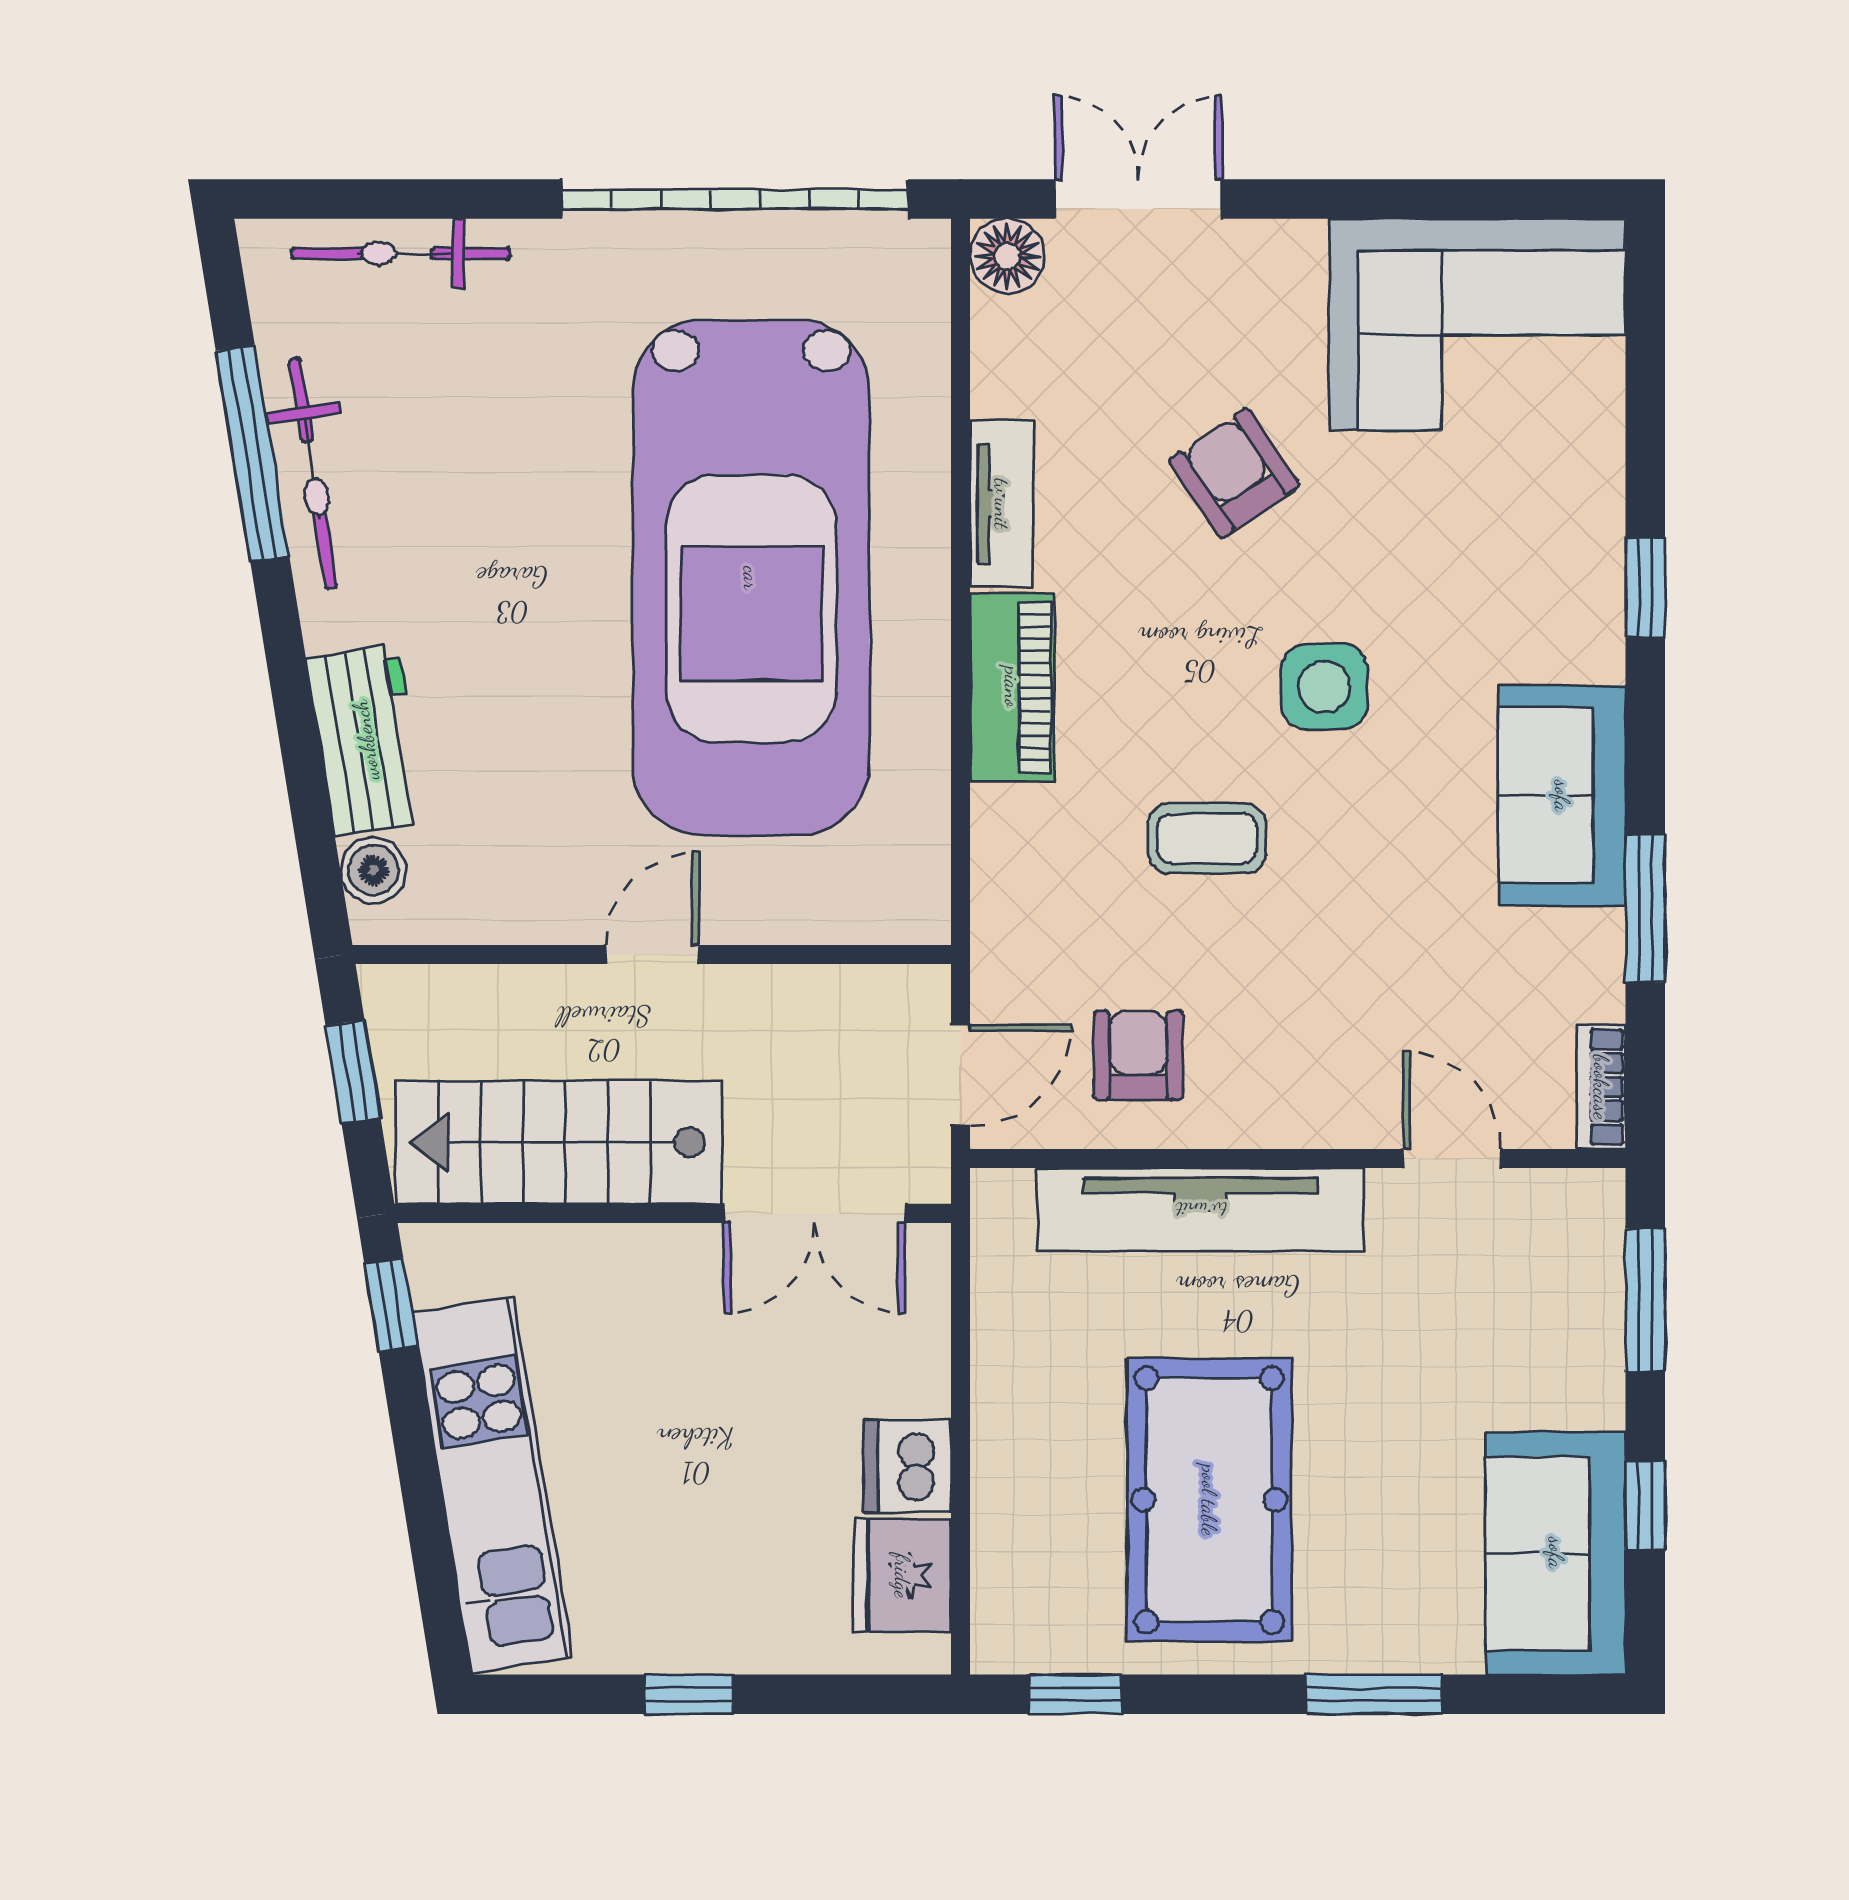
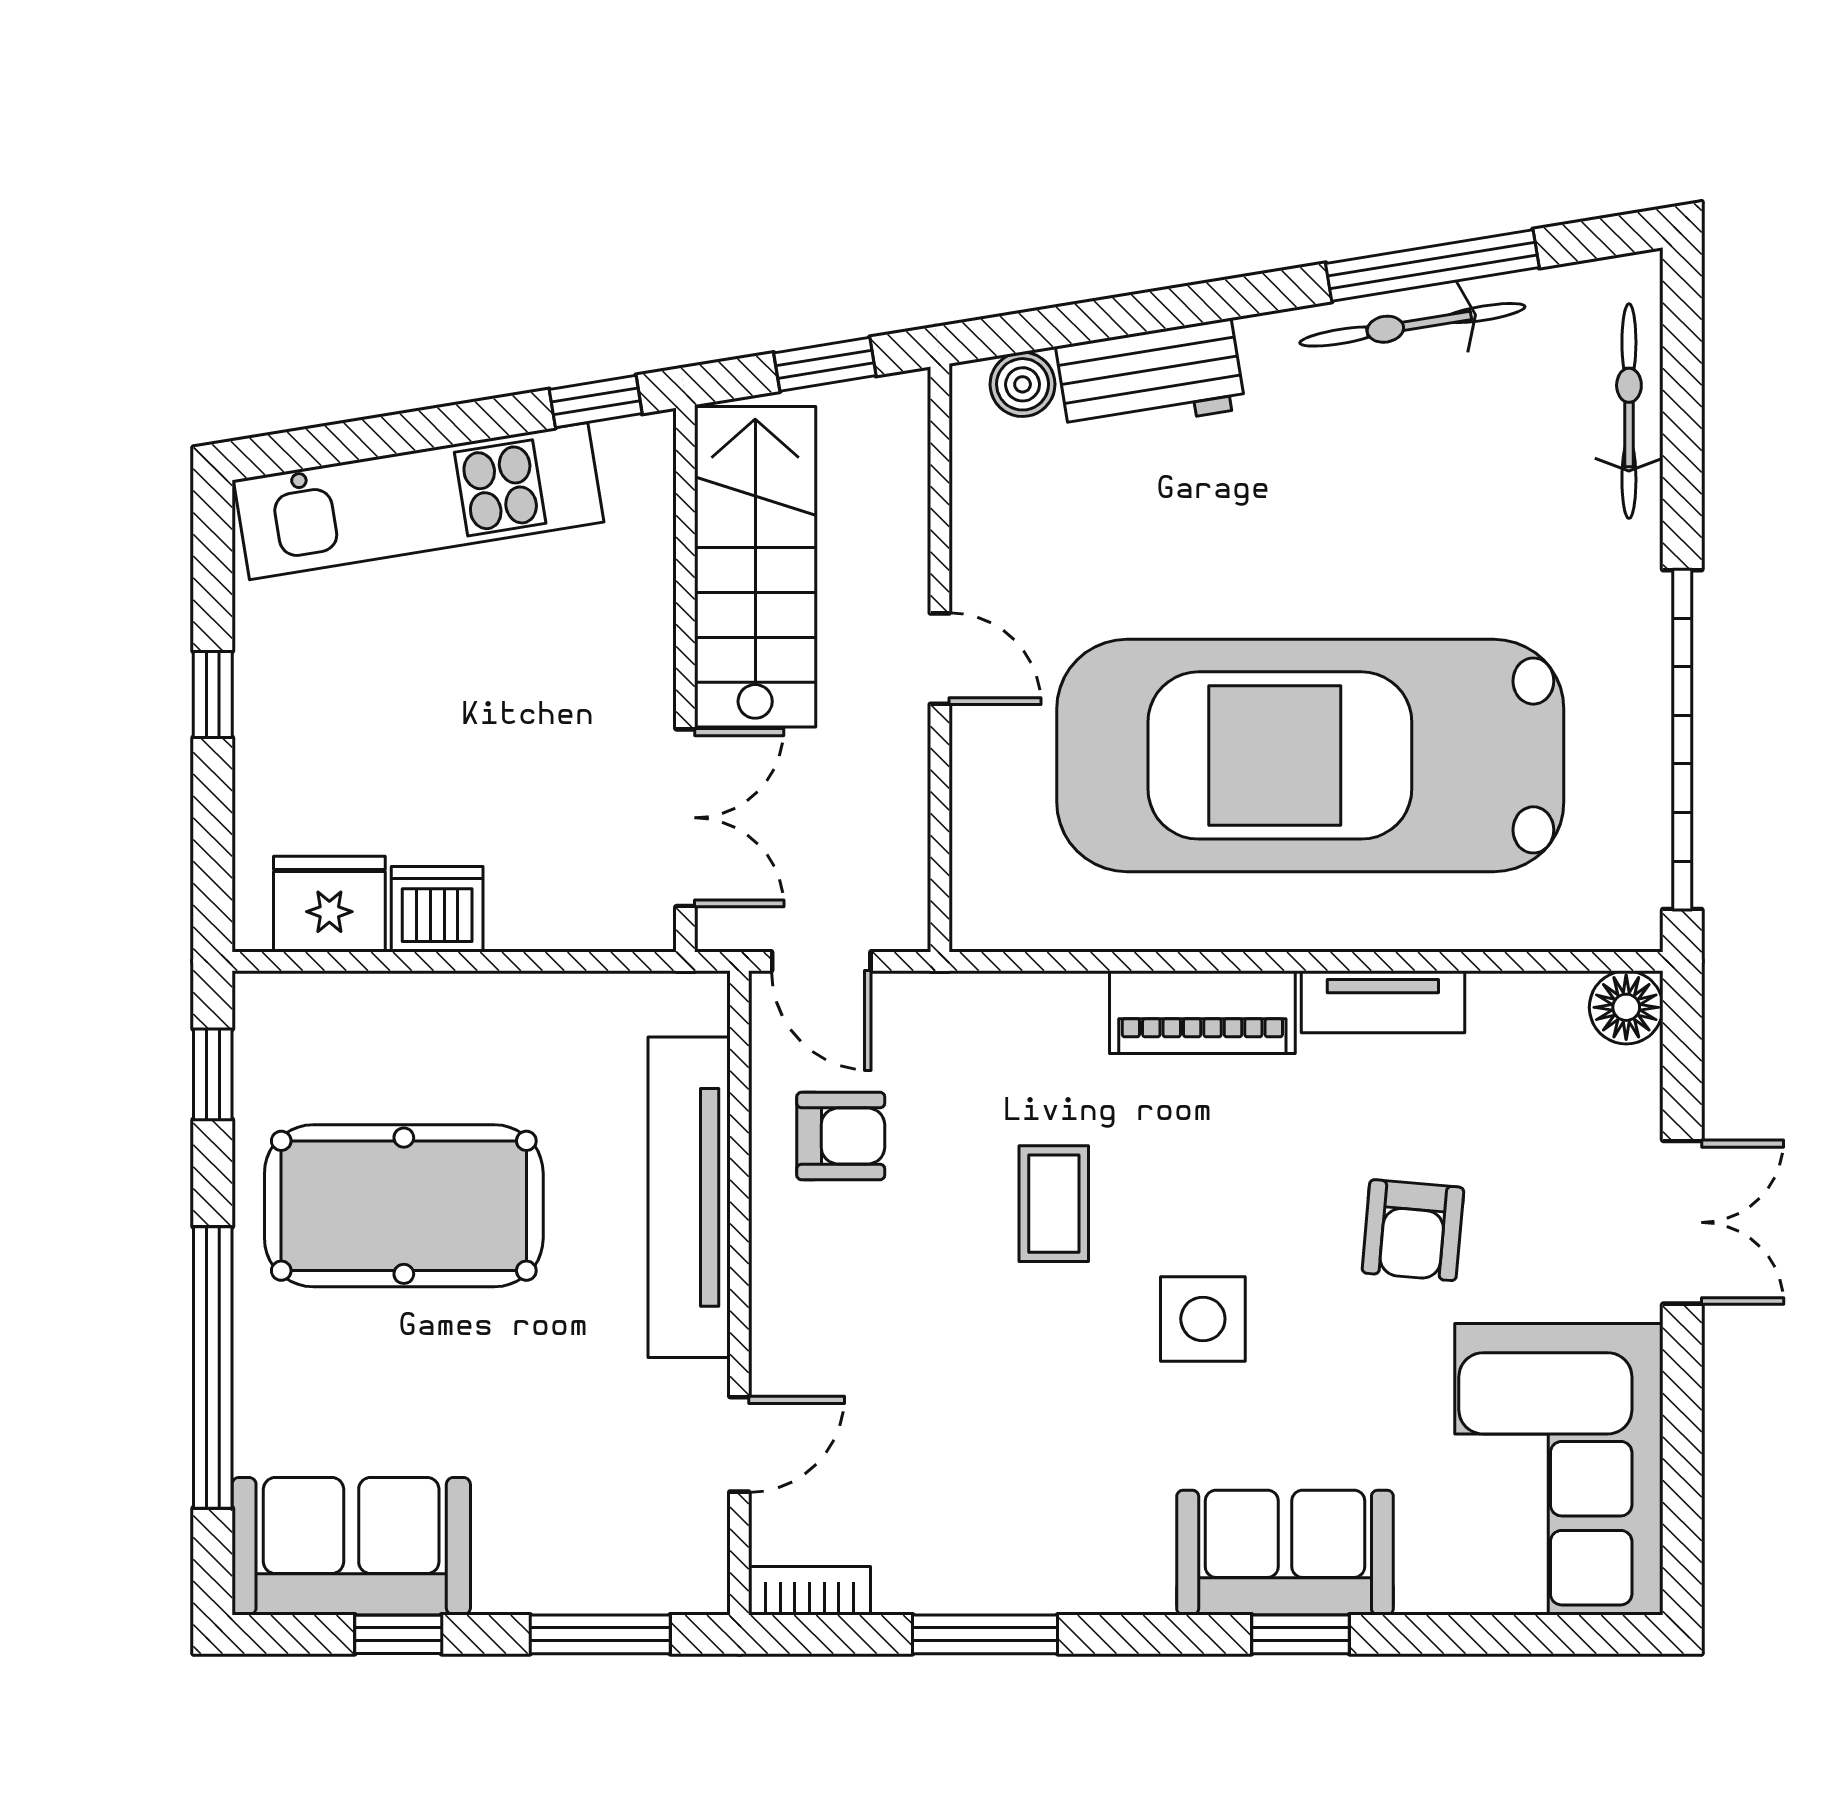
double door: (1139, 199) -> (1682, 1222), moved
armchair: (1234, 473) -> (1413, 1230), turned 129
sofa: (1562, 796) -> (1285, 1553), moved
double door: (814, 1213) -> (685, 818), swing flipped
window: (1374, 1694) -> (213, 1367), width x2.11

